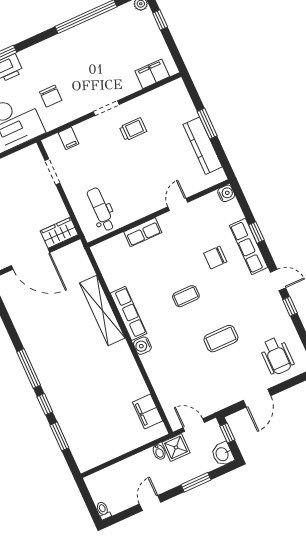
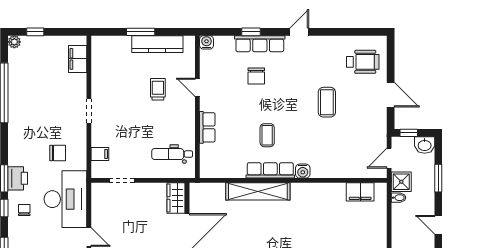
trolley: (133, 129) -> (158, 89), moved
coffee table: (186, 296) -> (267, 135), moved
window: (290, 306) -> (326, 32), removed

